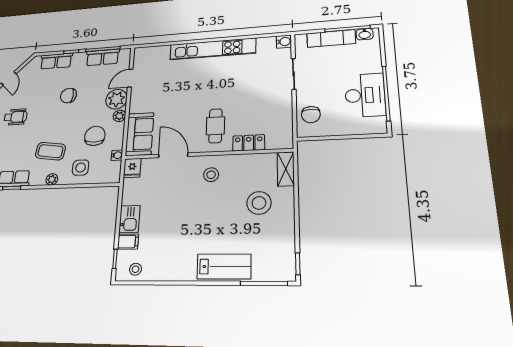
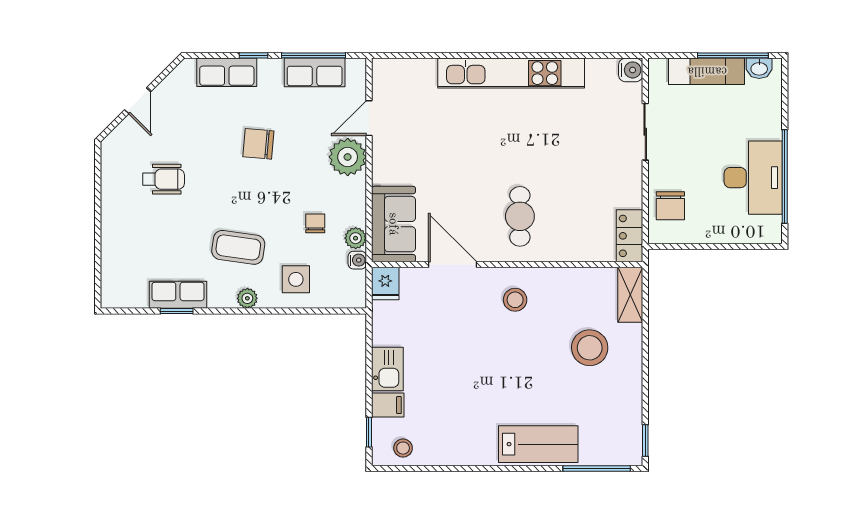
plant: (119, 116) -> (356, 238), moved
chair: (95, 136) -> (315, 223), width x0.54, depth x0.54
locker: (249, 143) -> (629, 236), moved, turned -90

